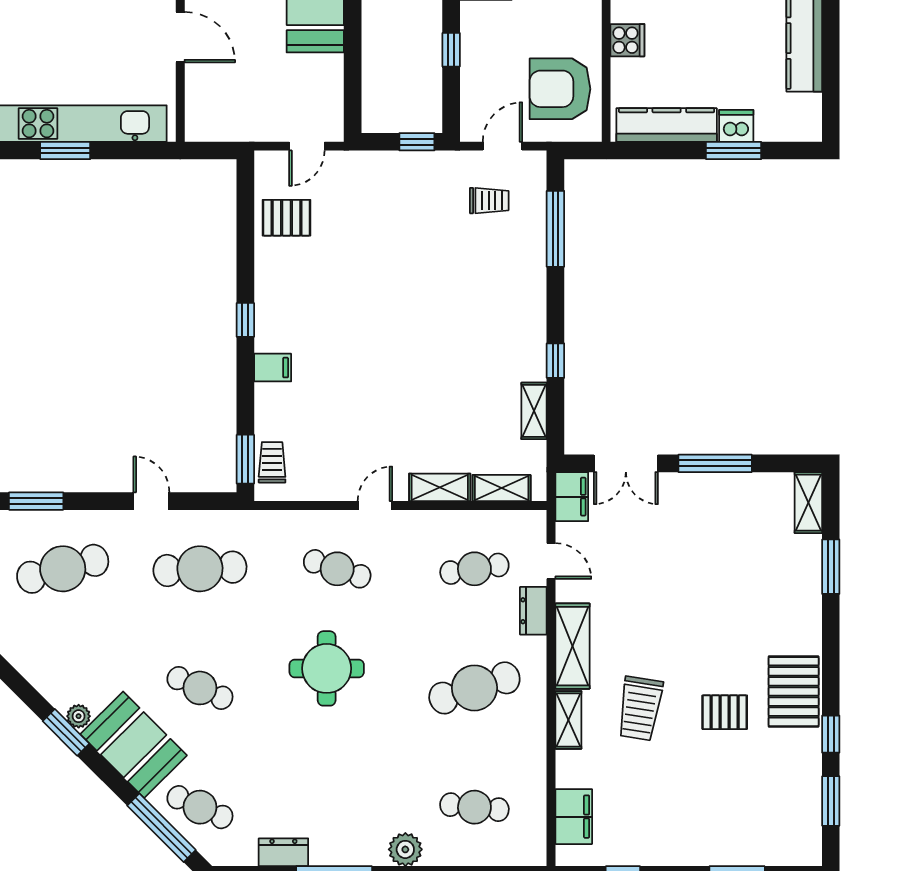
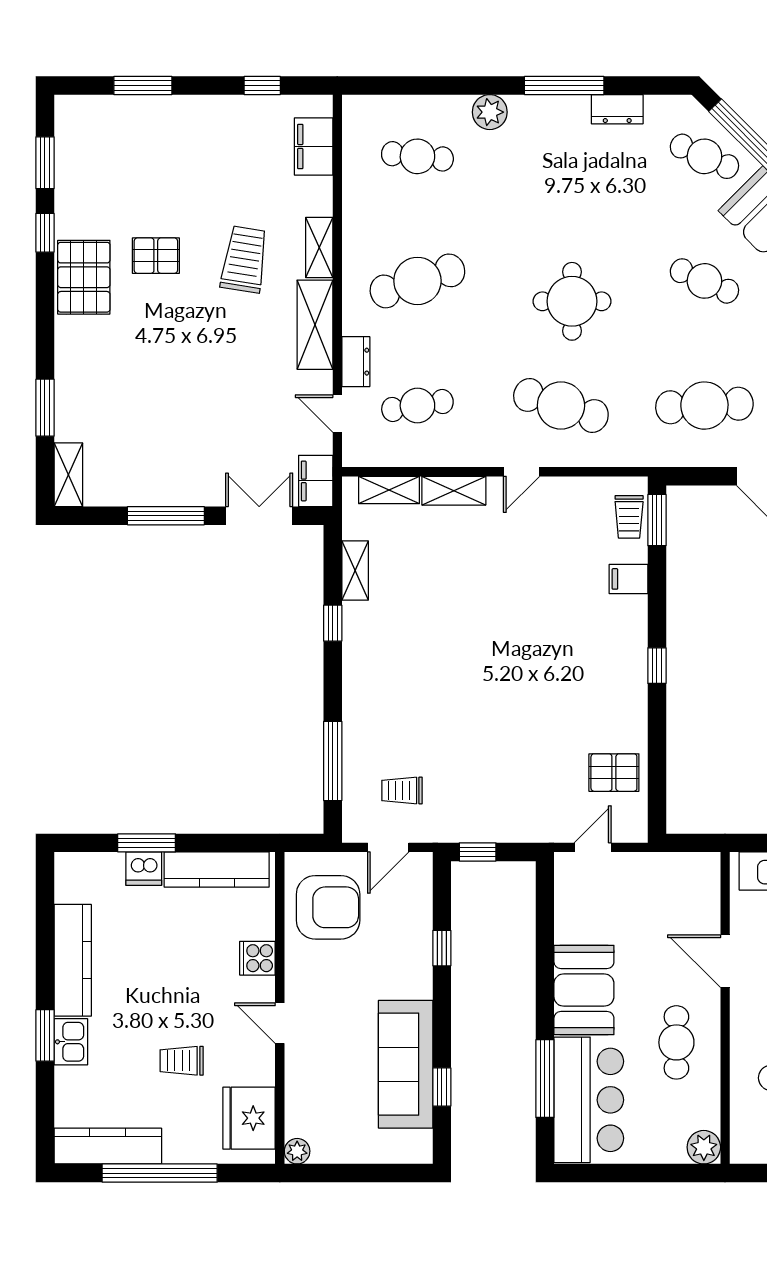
filing cabinet: (273, 368) -> (628, 579), moved
cafe table: (337, 569) -> (561, 406), width x1.37, depth x1.35

